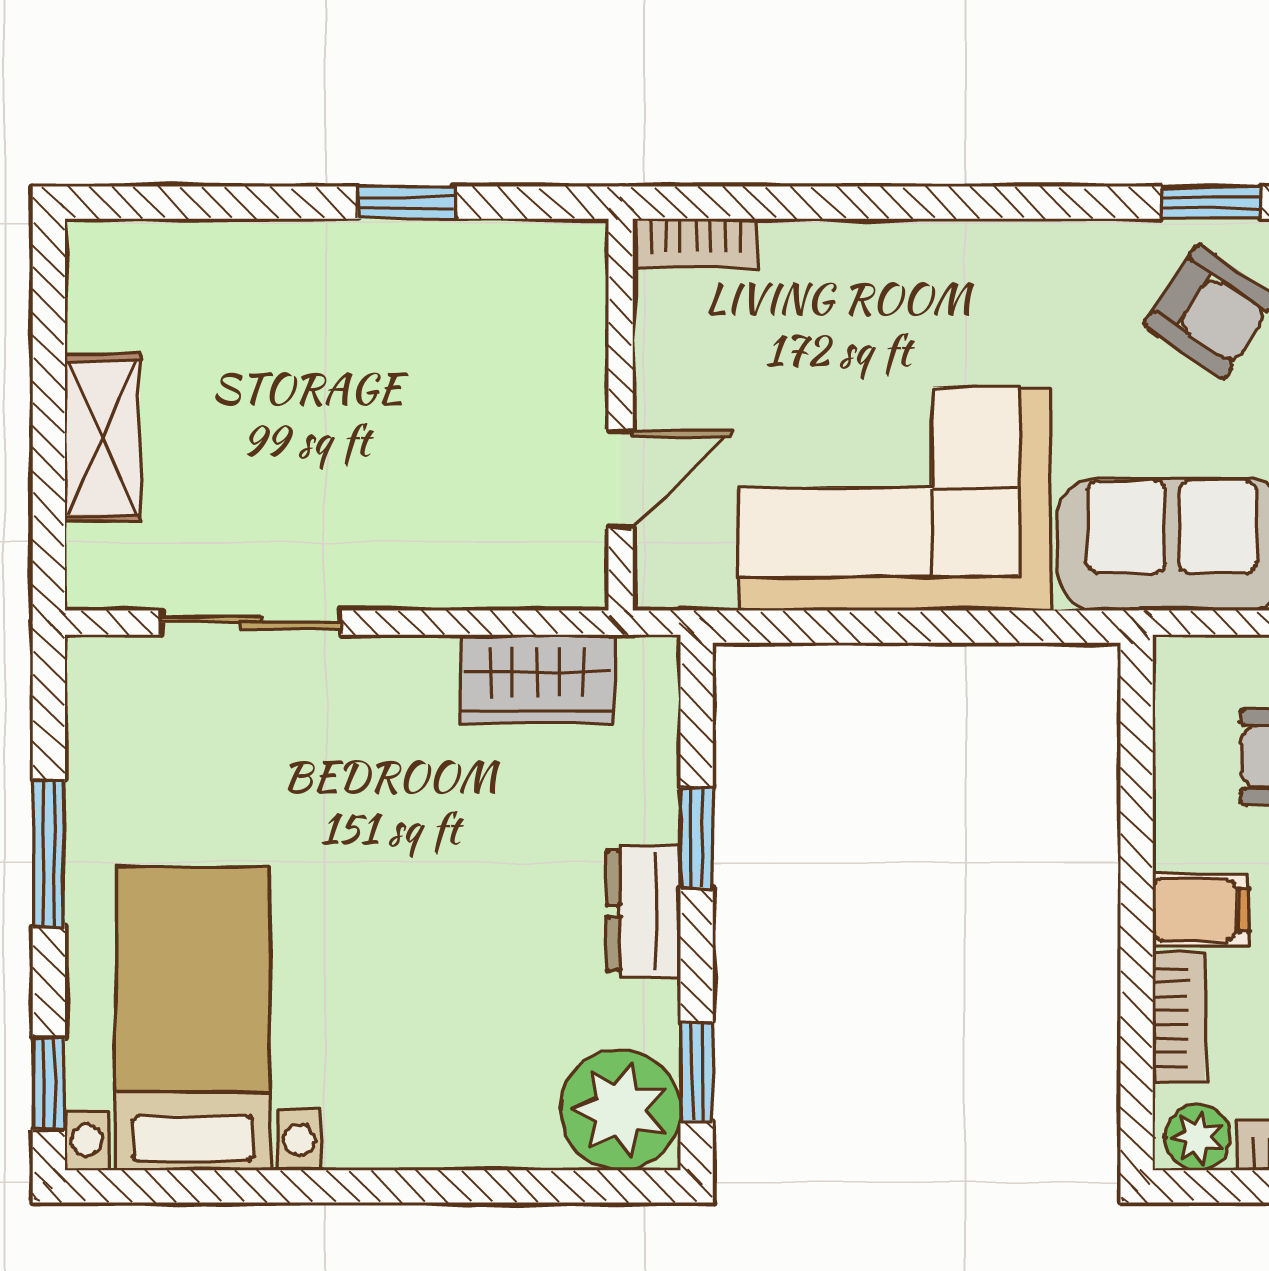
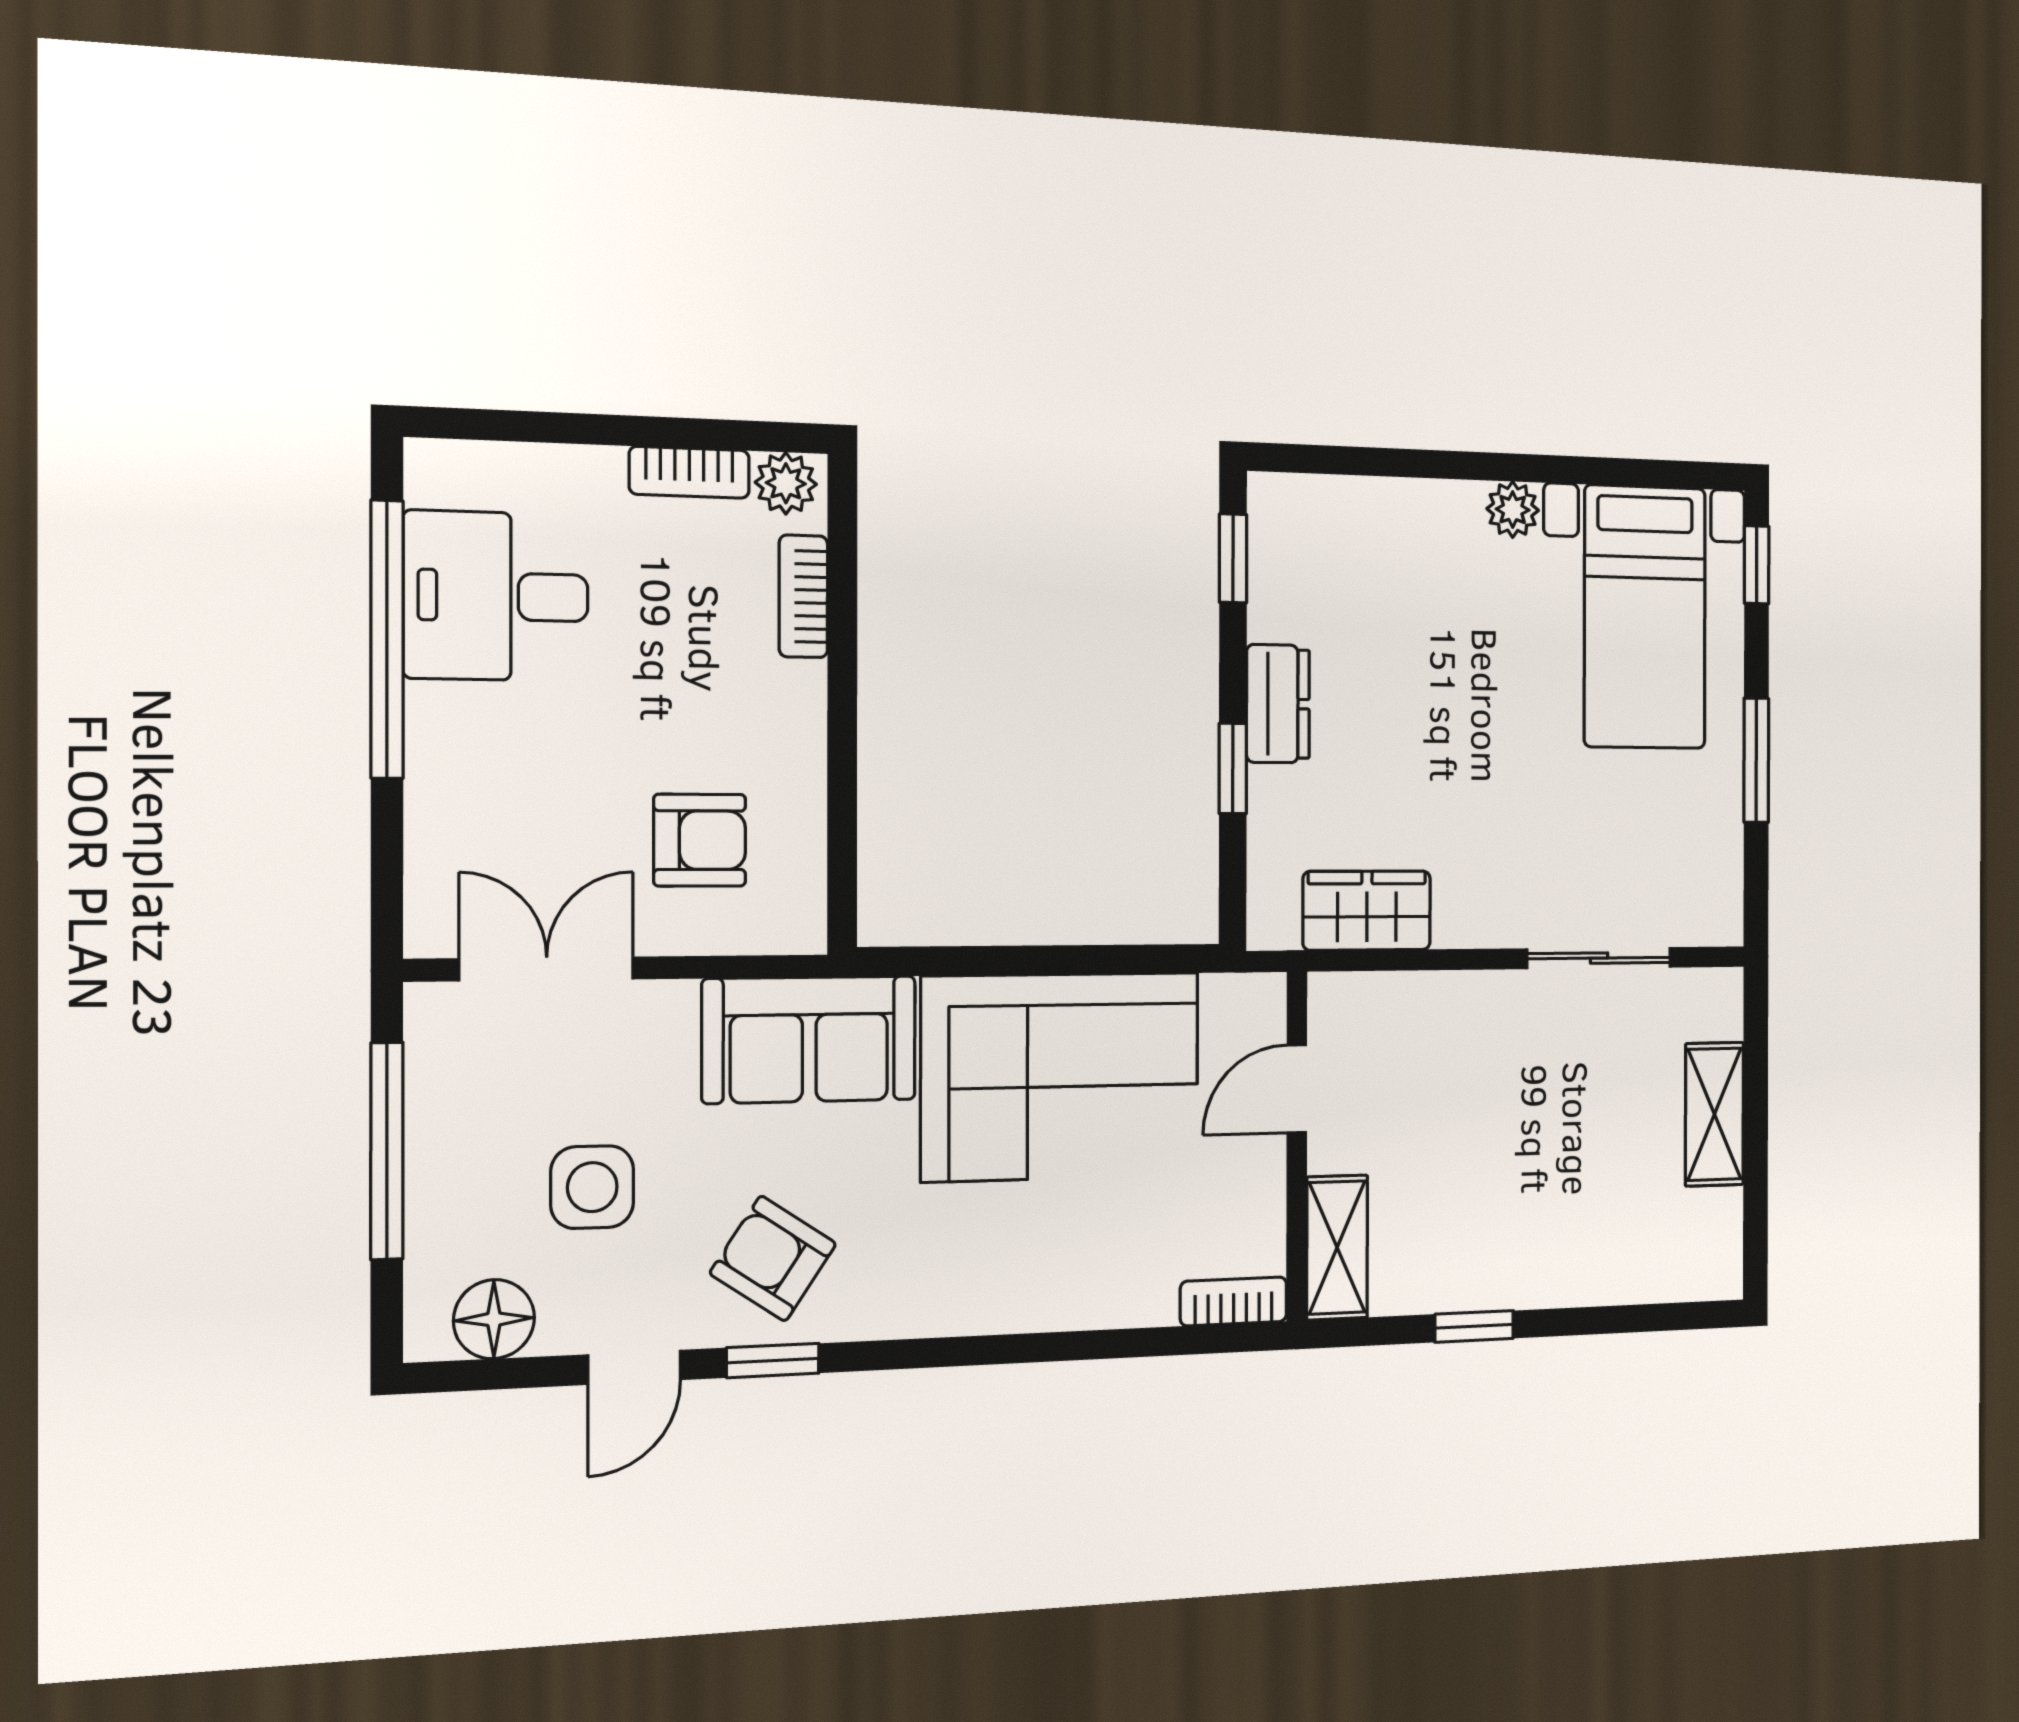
shelving: (572, 299) -> (1337, 1247), added
filing cabinet: (1201, 910) -> (783, 697), removed
plant: (620, 1110) -> (1513, 510), moved, width x0.53, depth x0.53

